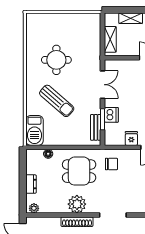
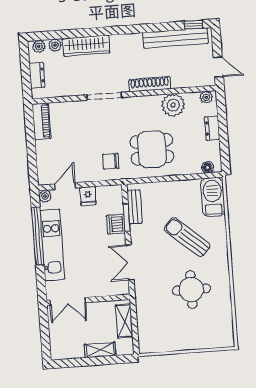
floor lamp: (48, 154) -> (207, 167), moved
plant: (77, 204) -> (173, 105), moved

